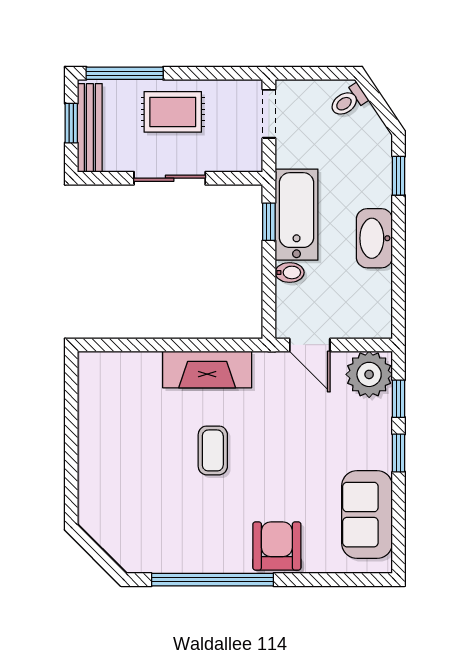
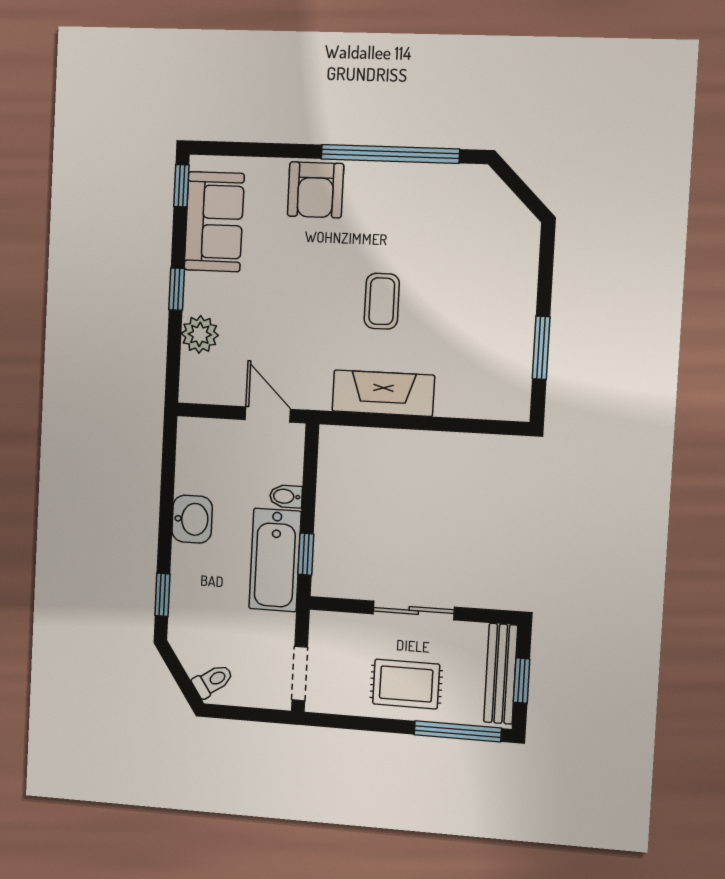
washbasin: (374, 238) -> (192, 519), width x0.72
plant: (369, 374) -> (200, 334), moved, width x0.73, depth x0.73
window: (399, 399) -> (181, 186), moved
window: (71, 416) -> (541, 348), added

